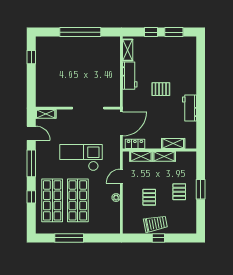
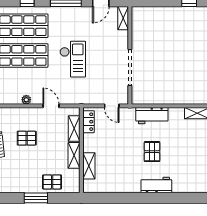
workbench: (130, 76) -> (152, 116), moved
workbench: (190, 108) -> (156, 185), moved
door: (121, 124) -> (112, 106), width x0.53
checkout: (81, 158) -> (73, 59), width x0.73, depth x0.83
pallet: (179, 192) -> (52, 182), moved

